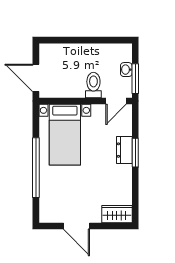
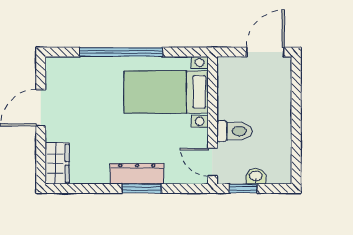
door: (36, 78) -> (265, 52), moved
window: (135, 79) -> (243, 189), width x0.67
dresser: (124, 150) -> (137, 174), width x1.44

